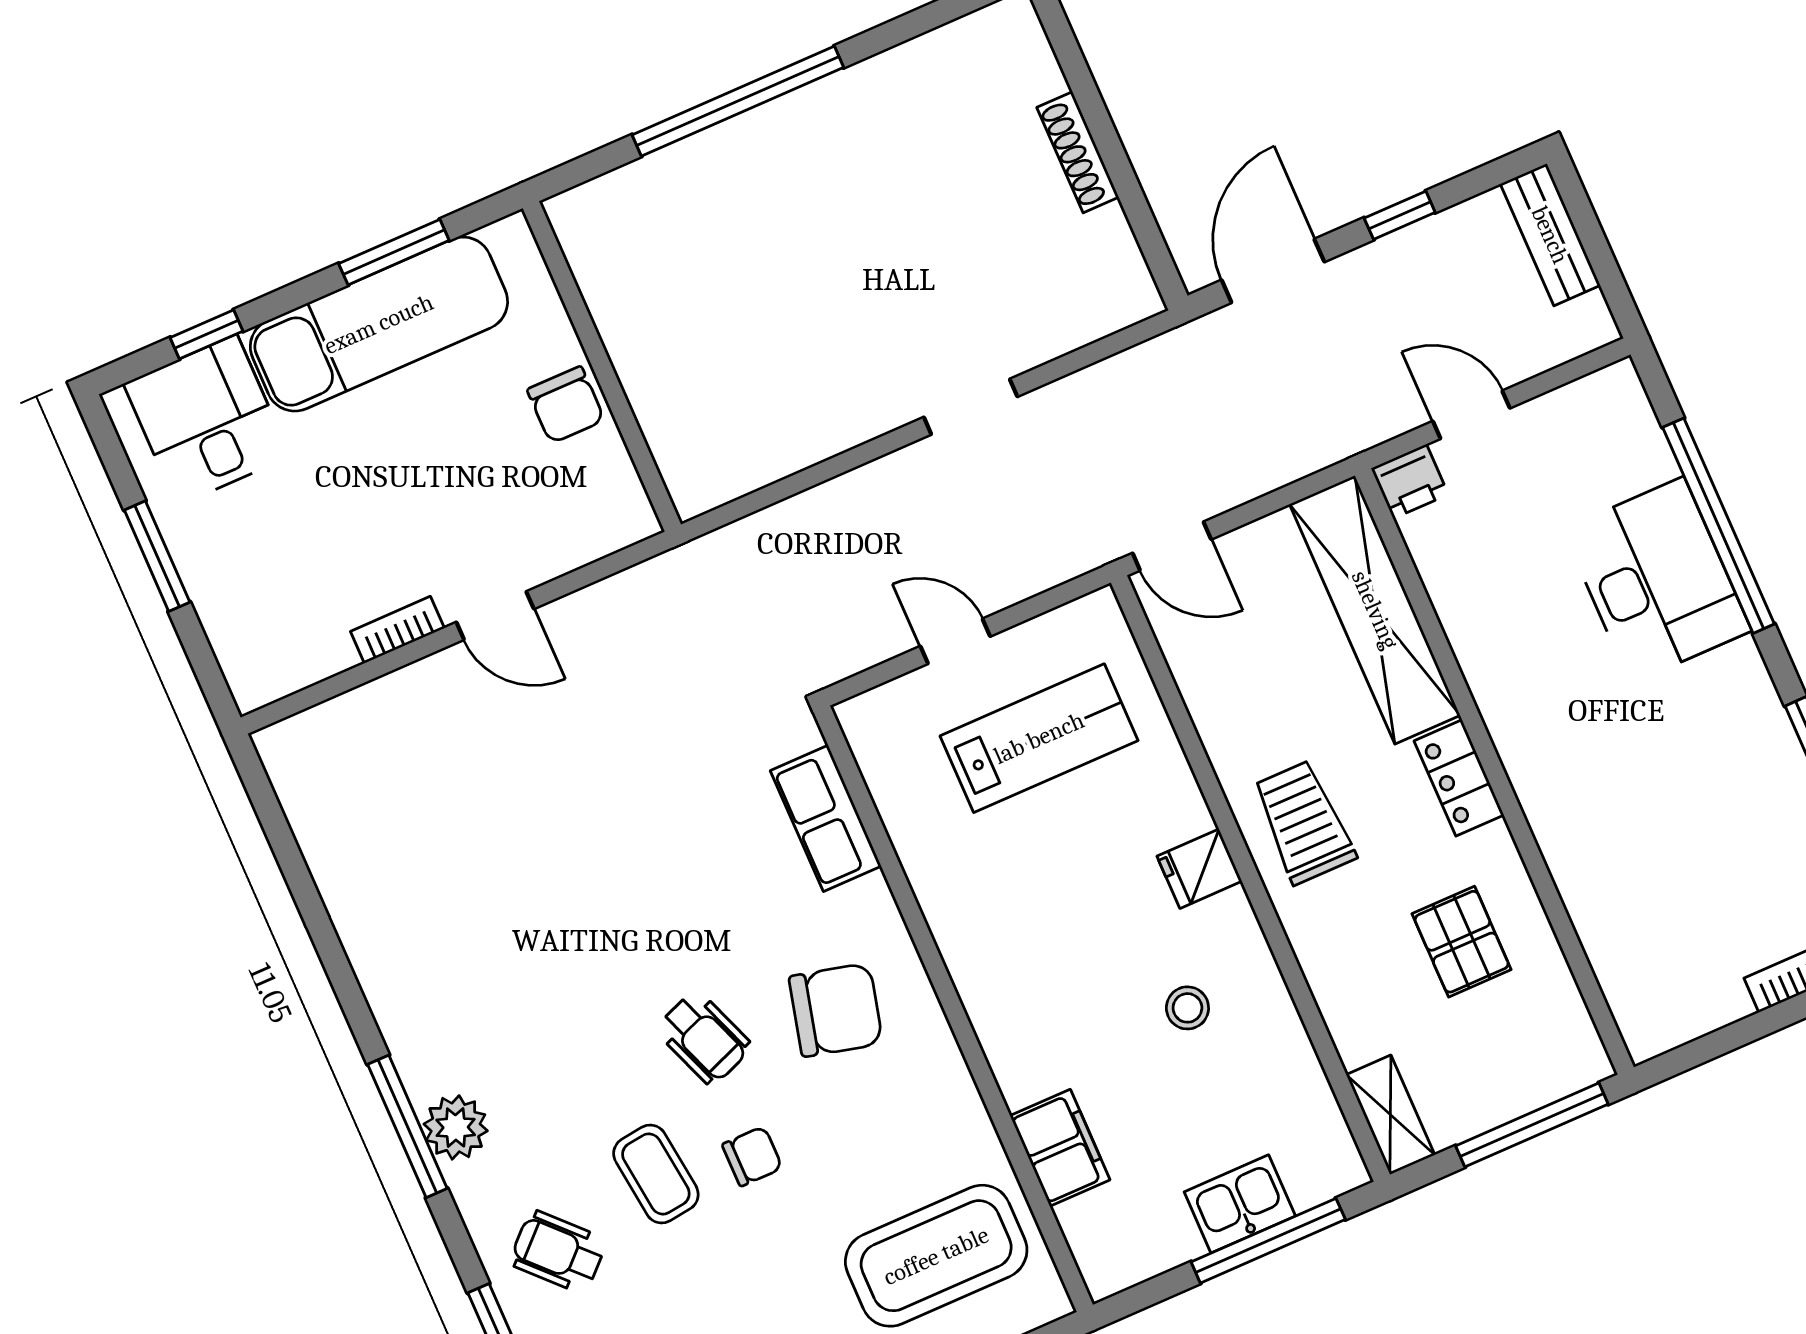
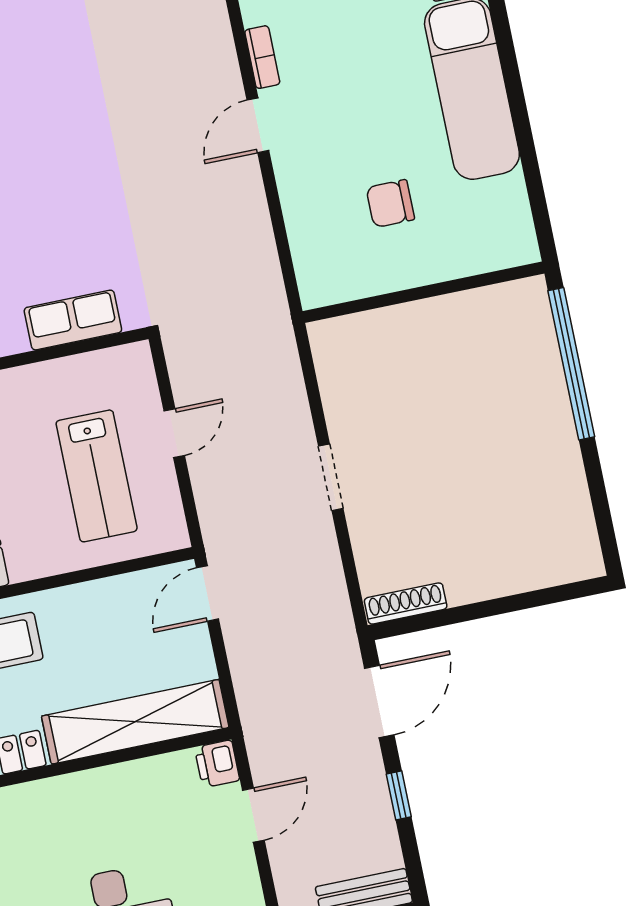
shoe rack: (1078, 152) -> (406, 604), moved
window: (394, 252) -> (519, 109), removed
door: (1273, 271) -> (379, 702), hinge flipped
wall: (602, 366) -> (423, 292), moved

